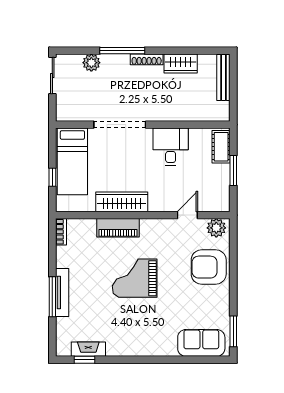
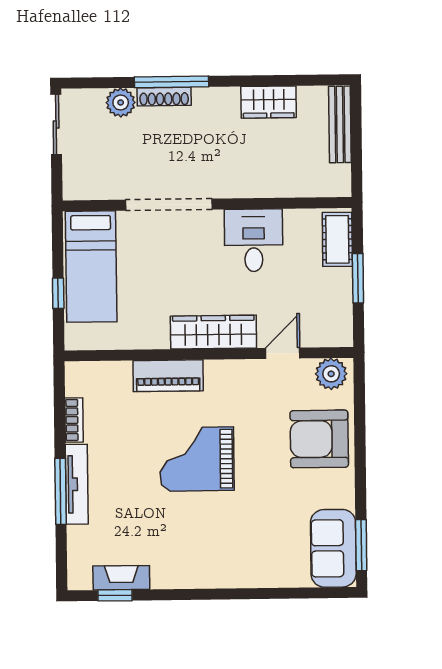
shoe rack: (147, 59) -> (164, 97), moved
wardrobe: (122, 202) -> (213, 332), moved
bookcase: (61, 232) -> (74, 420), moved
sofa: (201, 343) -> (333, 548), moved, turned -90

